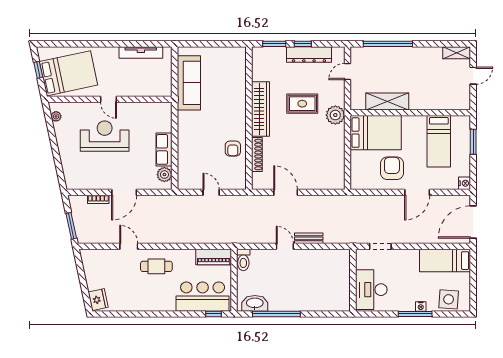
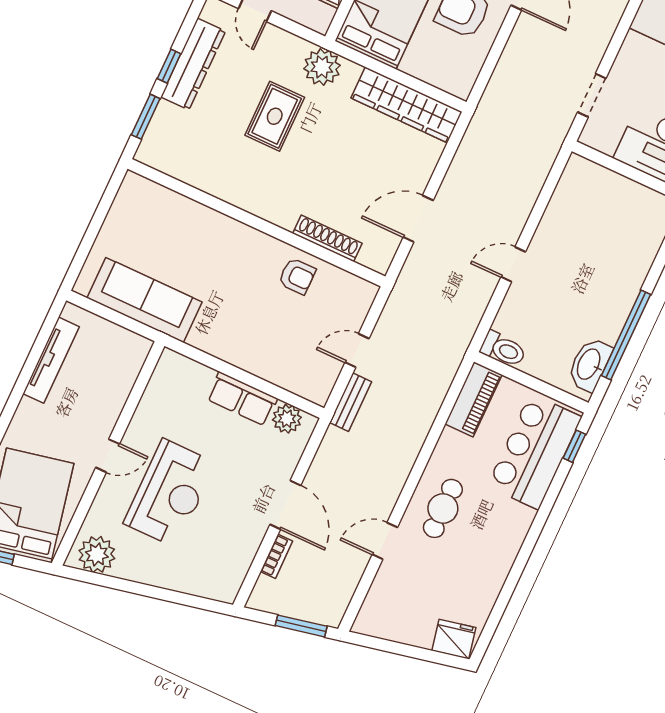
wardrobe: (260, 109) -> (406, 105), moved, turned 180
plant: (56, 116) -> (97, 554), width x1.88, depth x1.88
reception desk: (105, 136) -> (170, 493), turned 180
bench: (309, 238) -> (350, 402), moved

